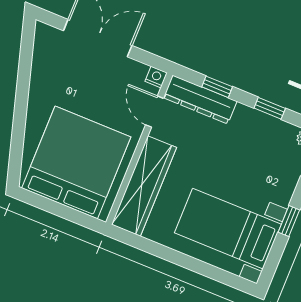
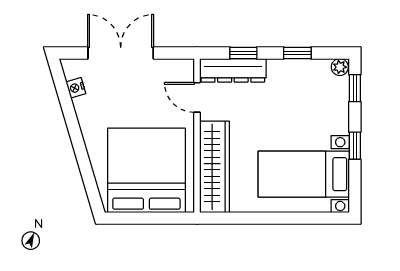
nightstand: (156, 77) -> (76, 88), moved, turned -106

